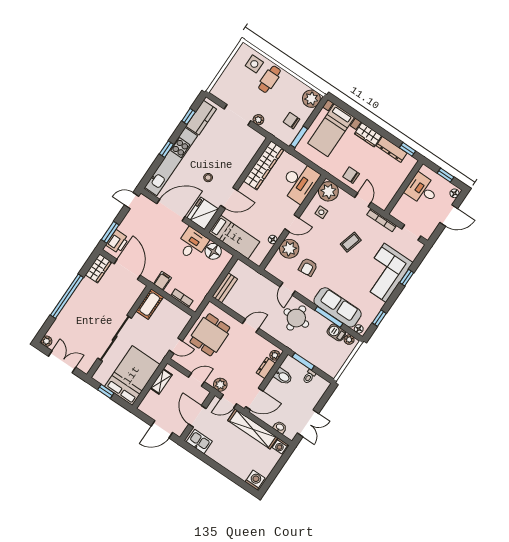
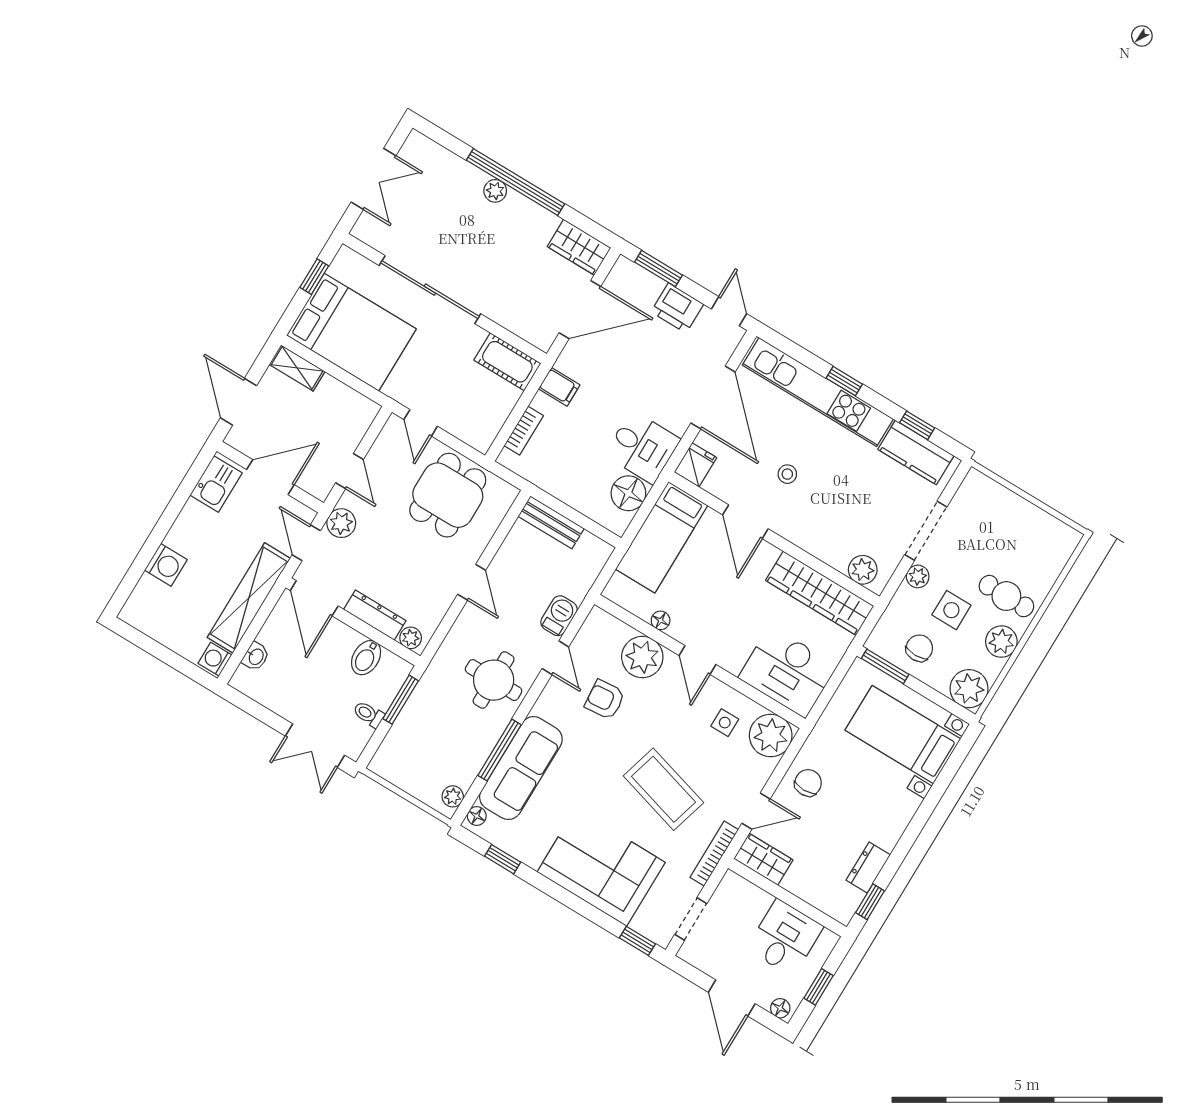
side table: (254, 64) -> (951, 610), moved
plant: (290, 83) -> (1001, 642), added
wardrobe: (368, 135) -> (763, 859), moved, turned 90
plant: (254, 145) -> (863, 570), added
dresser: (392, 149) -> (868, 868), width x0.70
fridge: (203, 213) -> (695, 465), width x0.53, depth x0.75
printer: (117, 242) -> (677, 308), moved
coffee table: (351, 242) -> (663, 789), width x1.86, depth x1.72
window: (407, 278) -> (637, 941), moved
door: (287, 289) -> (555, 658), swing flipped
barbecue: (336, 332) -> (559, 616), moved
dining table: (210, 335) -> (448, 495), turned 90
plant: (47, 341) -> (495, 191), moved
dresser: (266, 368) -> (375, 615), width x1.44
shelving: (161, 381) -> (297, 368), moved
double door: (308, 423) -> (315, 746), moved
washing machine: (255, 480) -> (166, 565), moved

